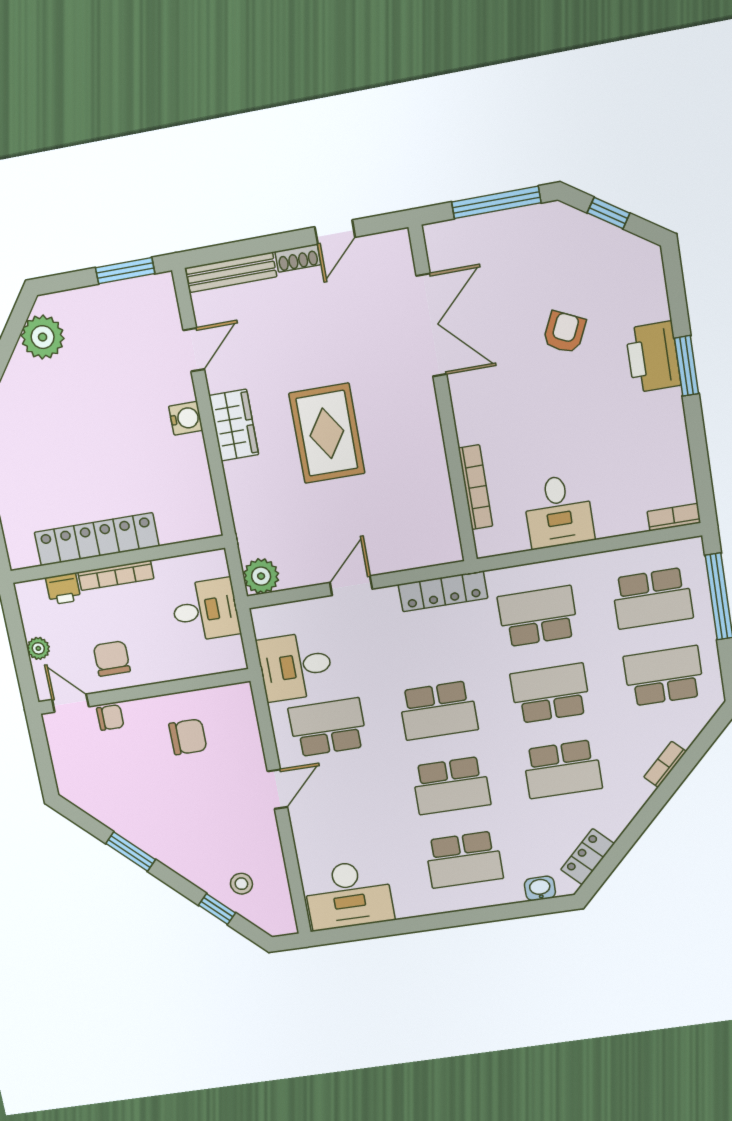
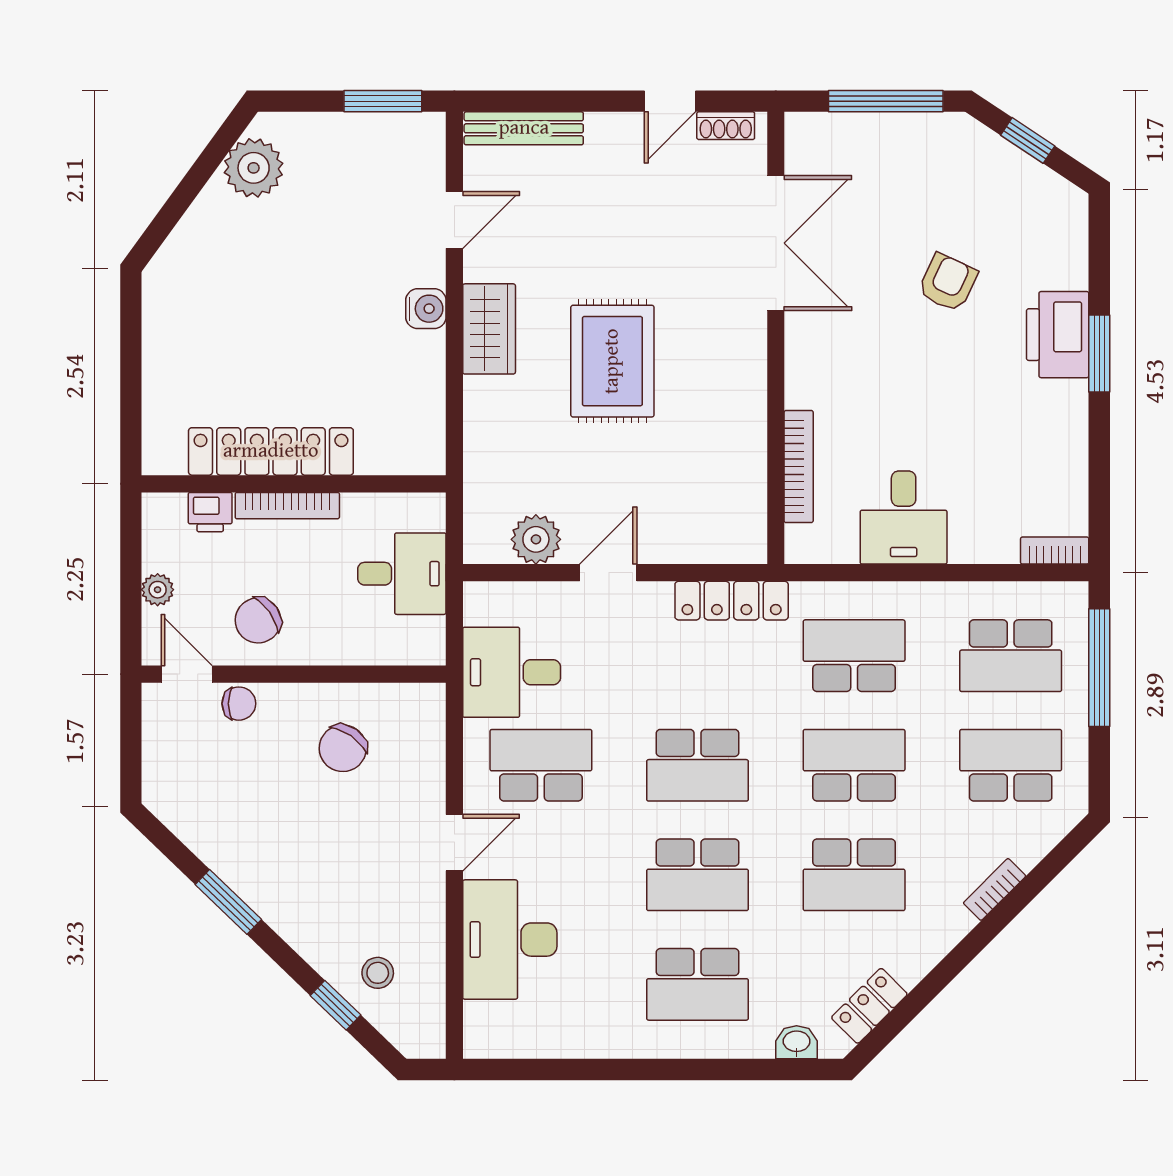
shoe rack: (298, 258) -> (726, 126), moved
plant: (261, 576) -> (536, 539), moved
chair: (112, 658) -> (258, 620), turned -125
chair: (188, 737) -> (343, 748), turned 125
desk: (348, 895) -> (510, 940), moved, turned 90

